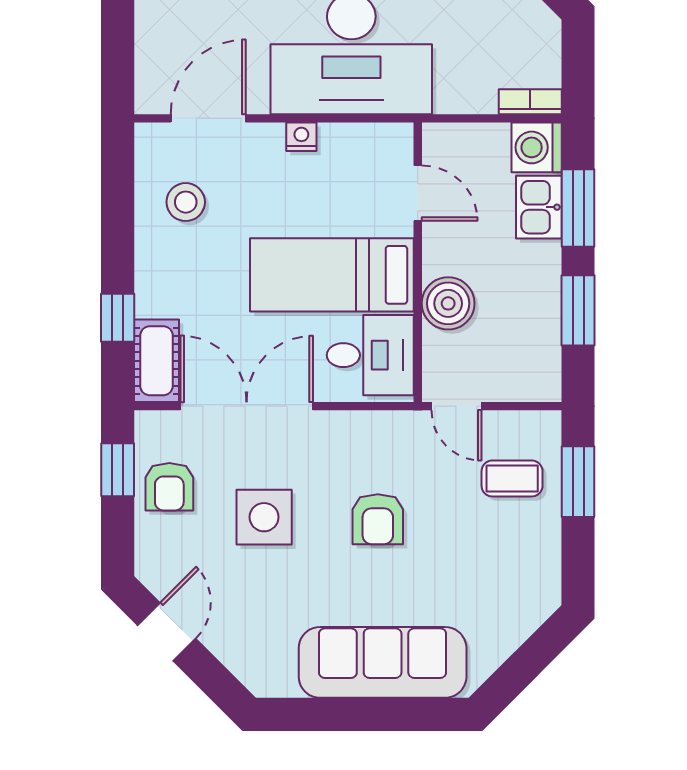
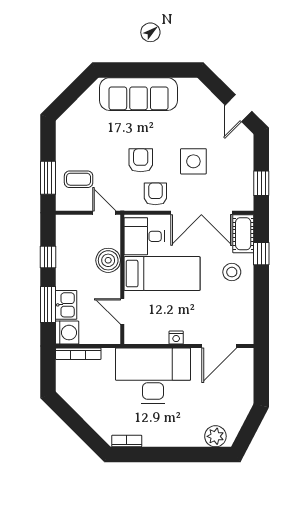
bookcase: (530, 102) -> (78, 354), width x1.56
stool: (186, 202) -> (232, 272), moved
window: (578, 310) -> (48, 257), width x0.67
armchair: (169, 487) -> (155, 194), moved

